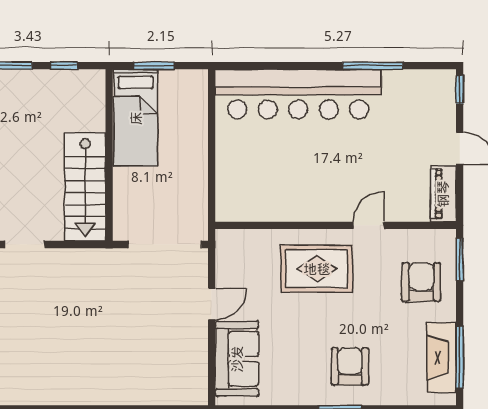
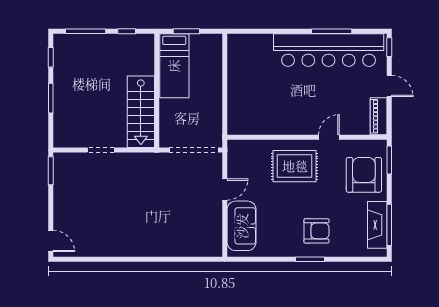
bar counter: (298, 94) -> (329, 50), moved
armchair: (421, 282) -> (364, 175), width x1.36, depth x1.36
armchair: (350, 366) -> (317, 231), turned 90

